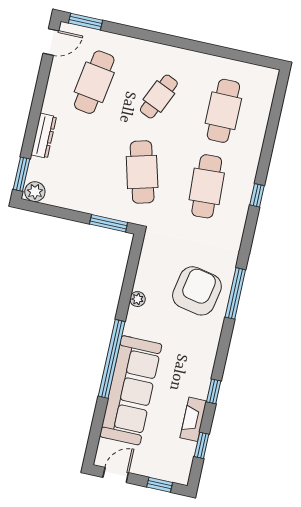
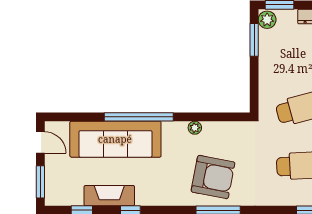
window: (109, 223) -> (254, 40), moved
fireplace: (193, 419) -> (109, 196), width x1.37, depth x1.32
window: (160, 485) -> (40, 182), width x1.50

